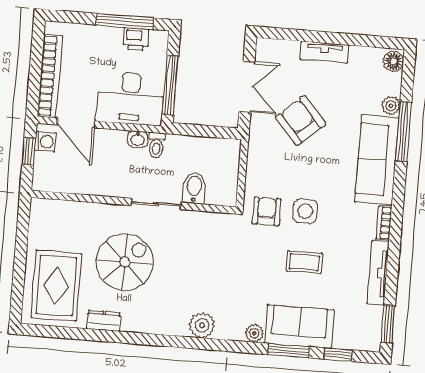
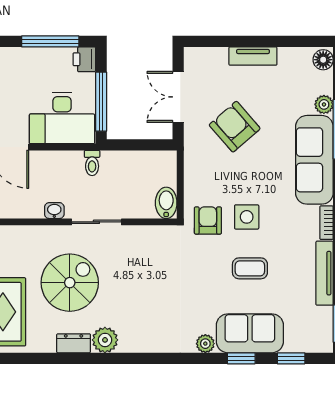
printer: (136, 39) -> (84, 59), moved, turned 90
double door: (247, 87) -> (178, 97), swing flipped
washbasin: (138, 139) -> (54, 211), moved, turned 180
bidet: (194, 188) -> (166, 203), moved
dresser: (104, 321) -> (74, 343), moved
plant: (202, 325) -> (105, 340), moved
window: (289, 351) -> (241, 358), width x0.67

